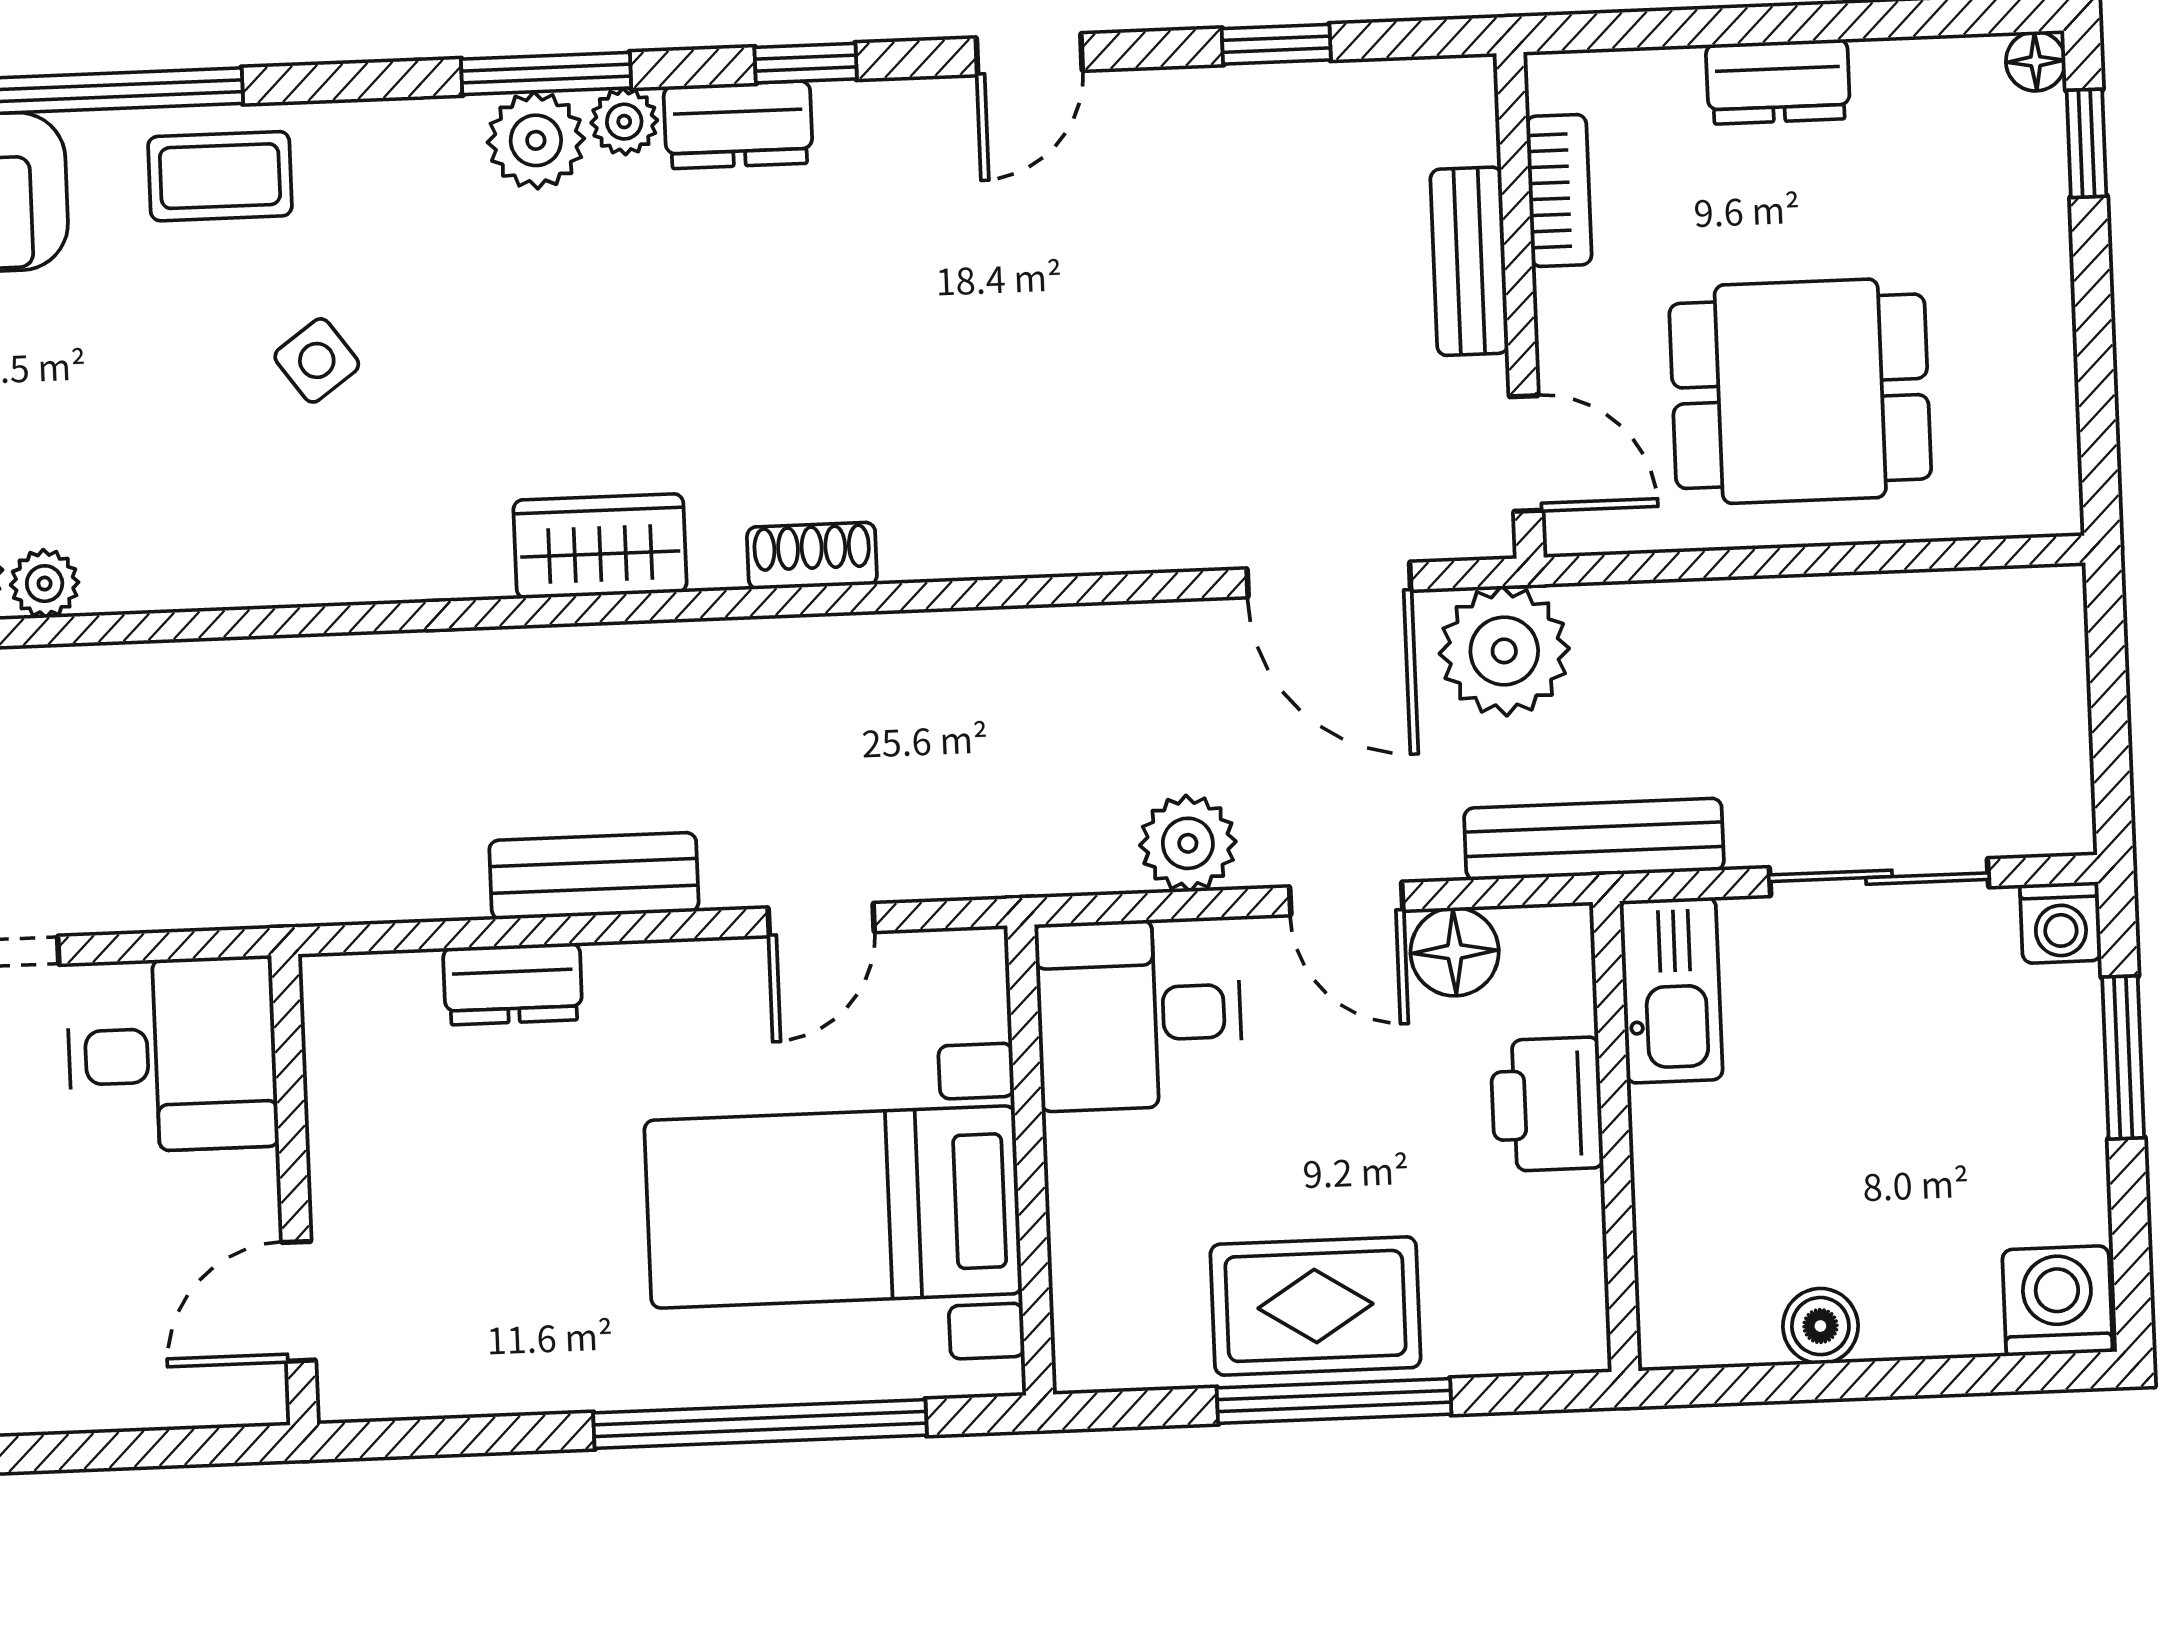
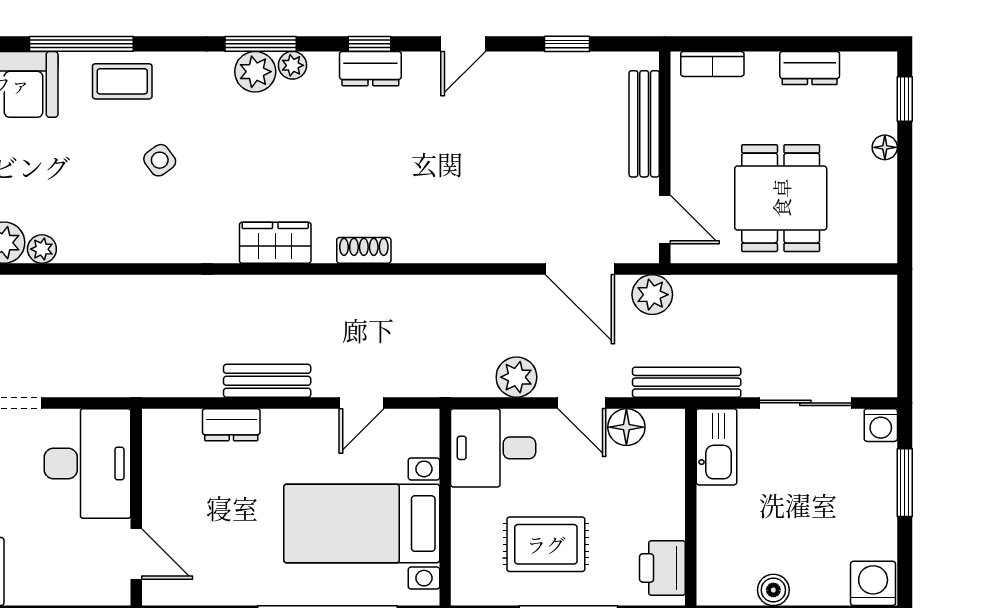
floor lamp: (2036, 61) -> (885, 147), moved
dresser: (1778, 82) -> (810, 68), moved
dresser: (738, 125) -> (370, 69), moved
bookcase: (1559, 190) -> (712, 64), moved, turned 90
bench: (1469, 261) -> (644, 124), width x1.36
dining table: (1800, 391) -> (781, 198), turned 90
plant: (1504, 651) -> (652, 295), width x0.73, depth x0.73
desk: (172, 1055) -> (87, 463), width x1.37
printer: (1547, 1104) -> (662, 568), moved
door: (299, 1301) -> (136, 554), swing flipped
rug: (1315, 1306) -> (546, 544), moved

